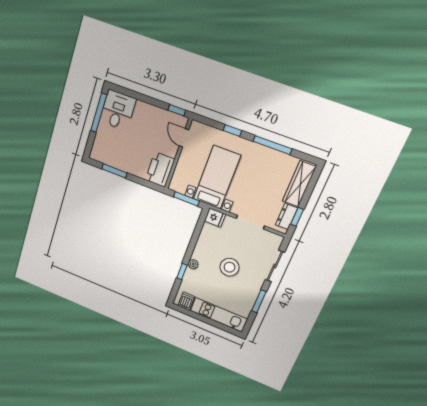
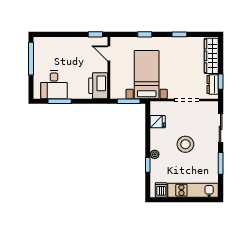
desk: (118, 110) -> (54, 85), moved, turned 180
window: (272, 145) -> (179, 34), width x0.46
fridge: (215, 218) -> (158, 122), moved

